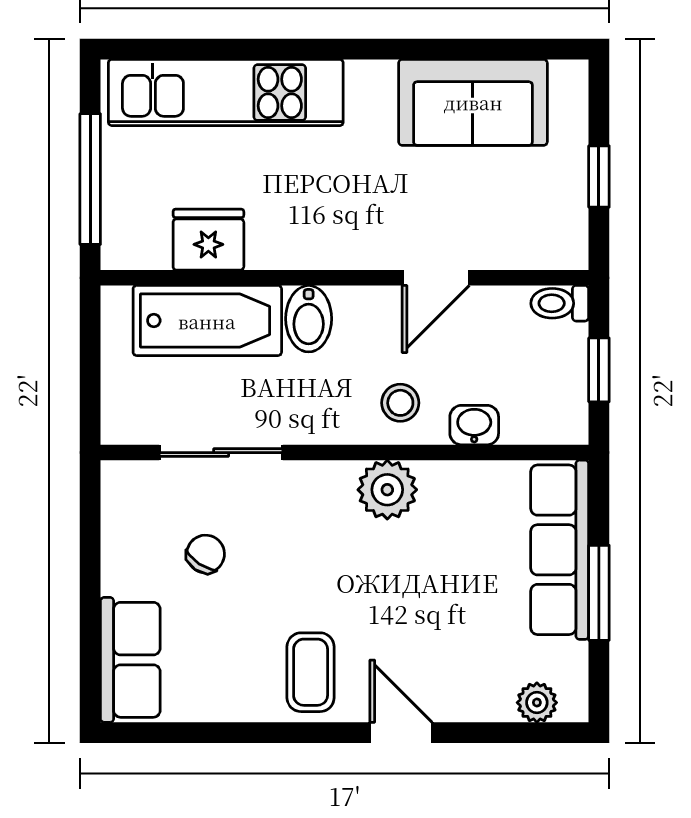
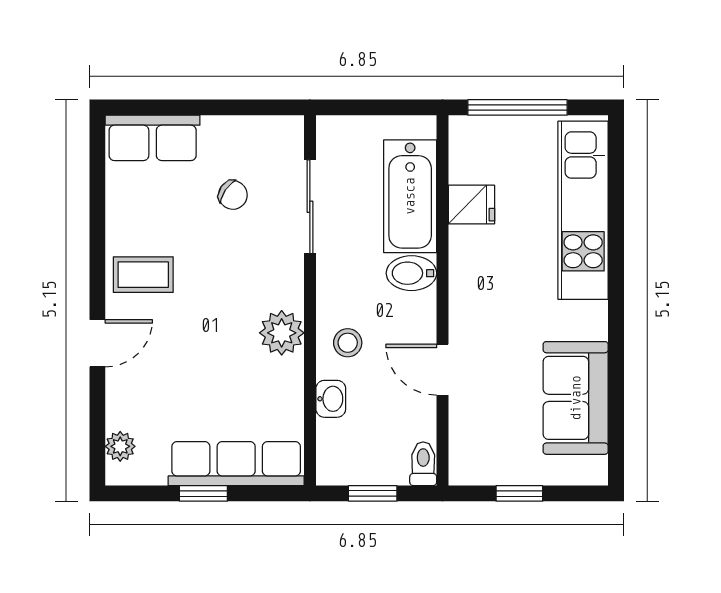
fridge: (208, 240) -> (471, 205), width x0.72
window: (599, 593) -> (203, 493), width x0.67

